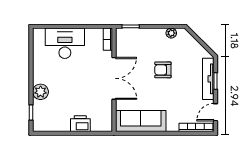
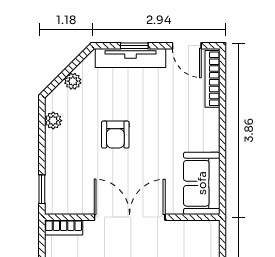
plant: (195, 45) -> (73, 81), added
sofa: (141, 121) -> (202, 183), width x0.73

